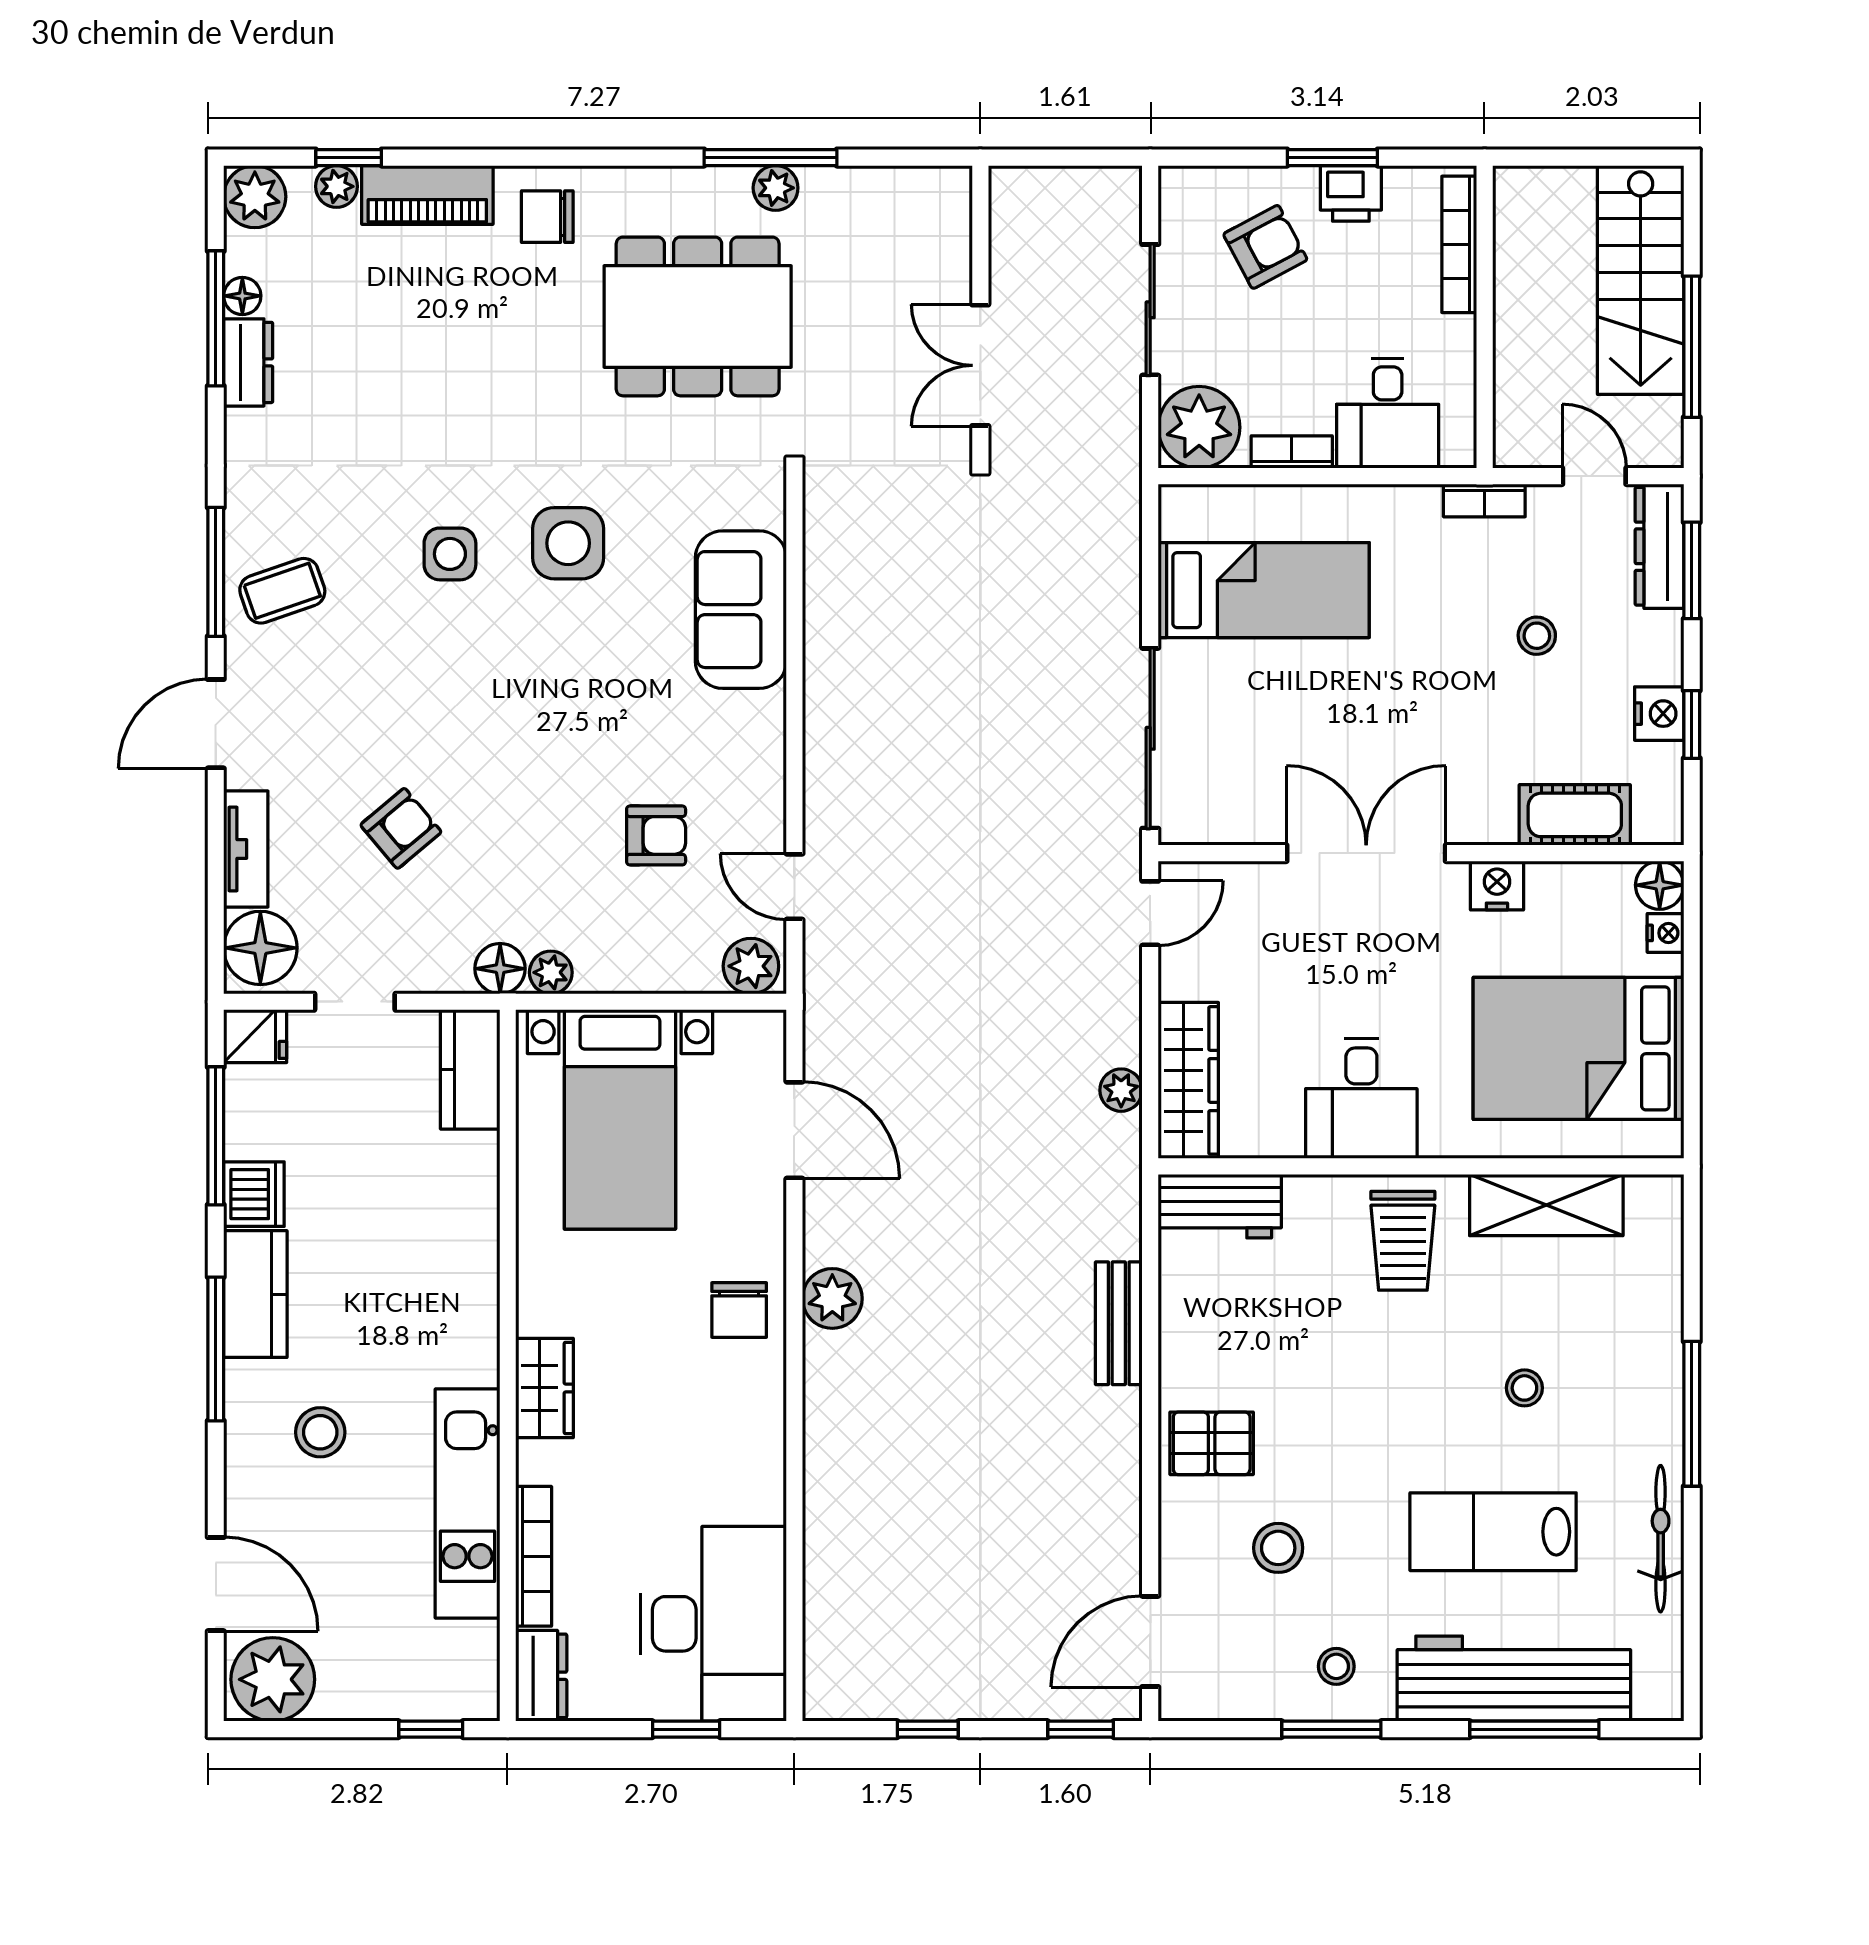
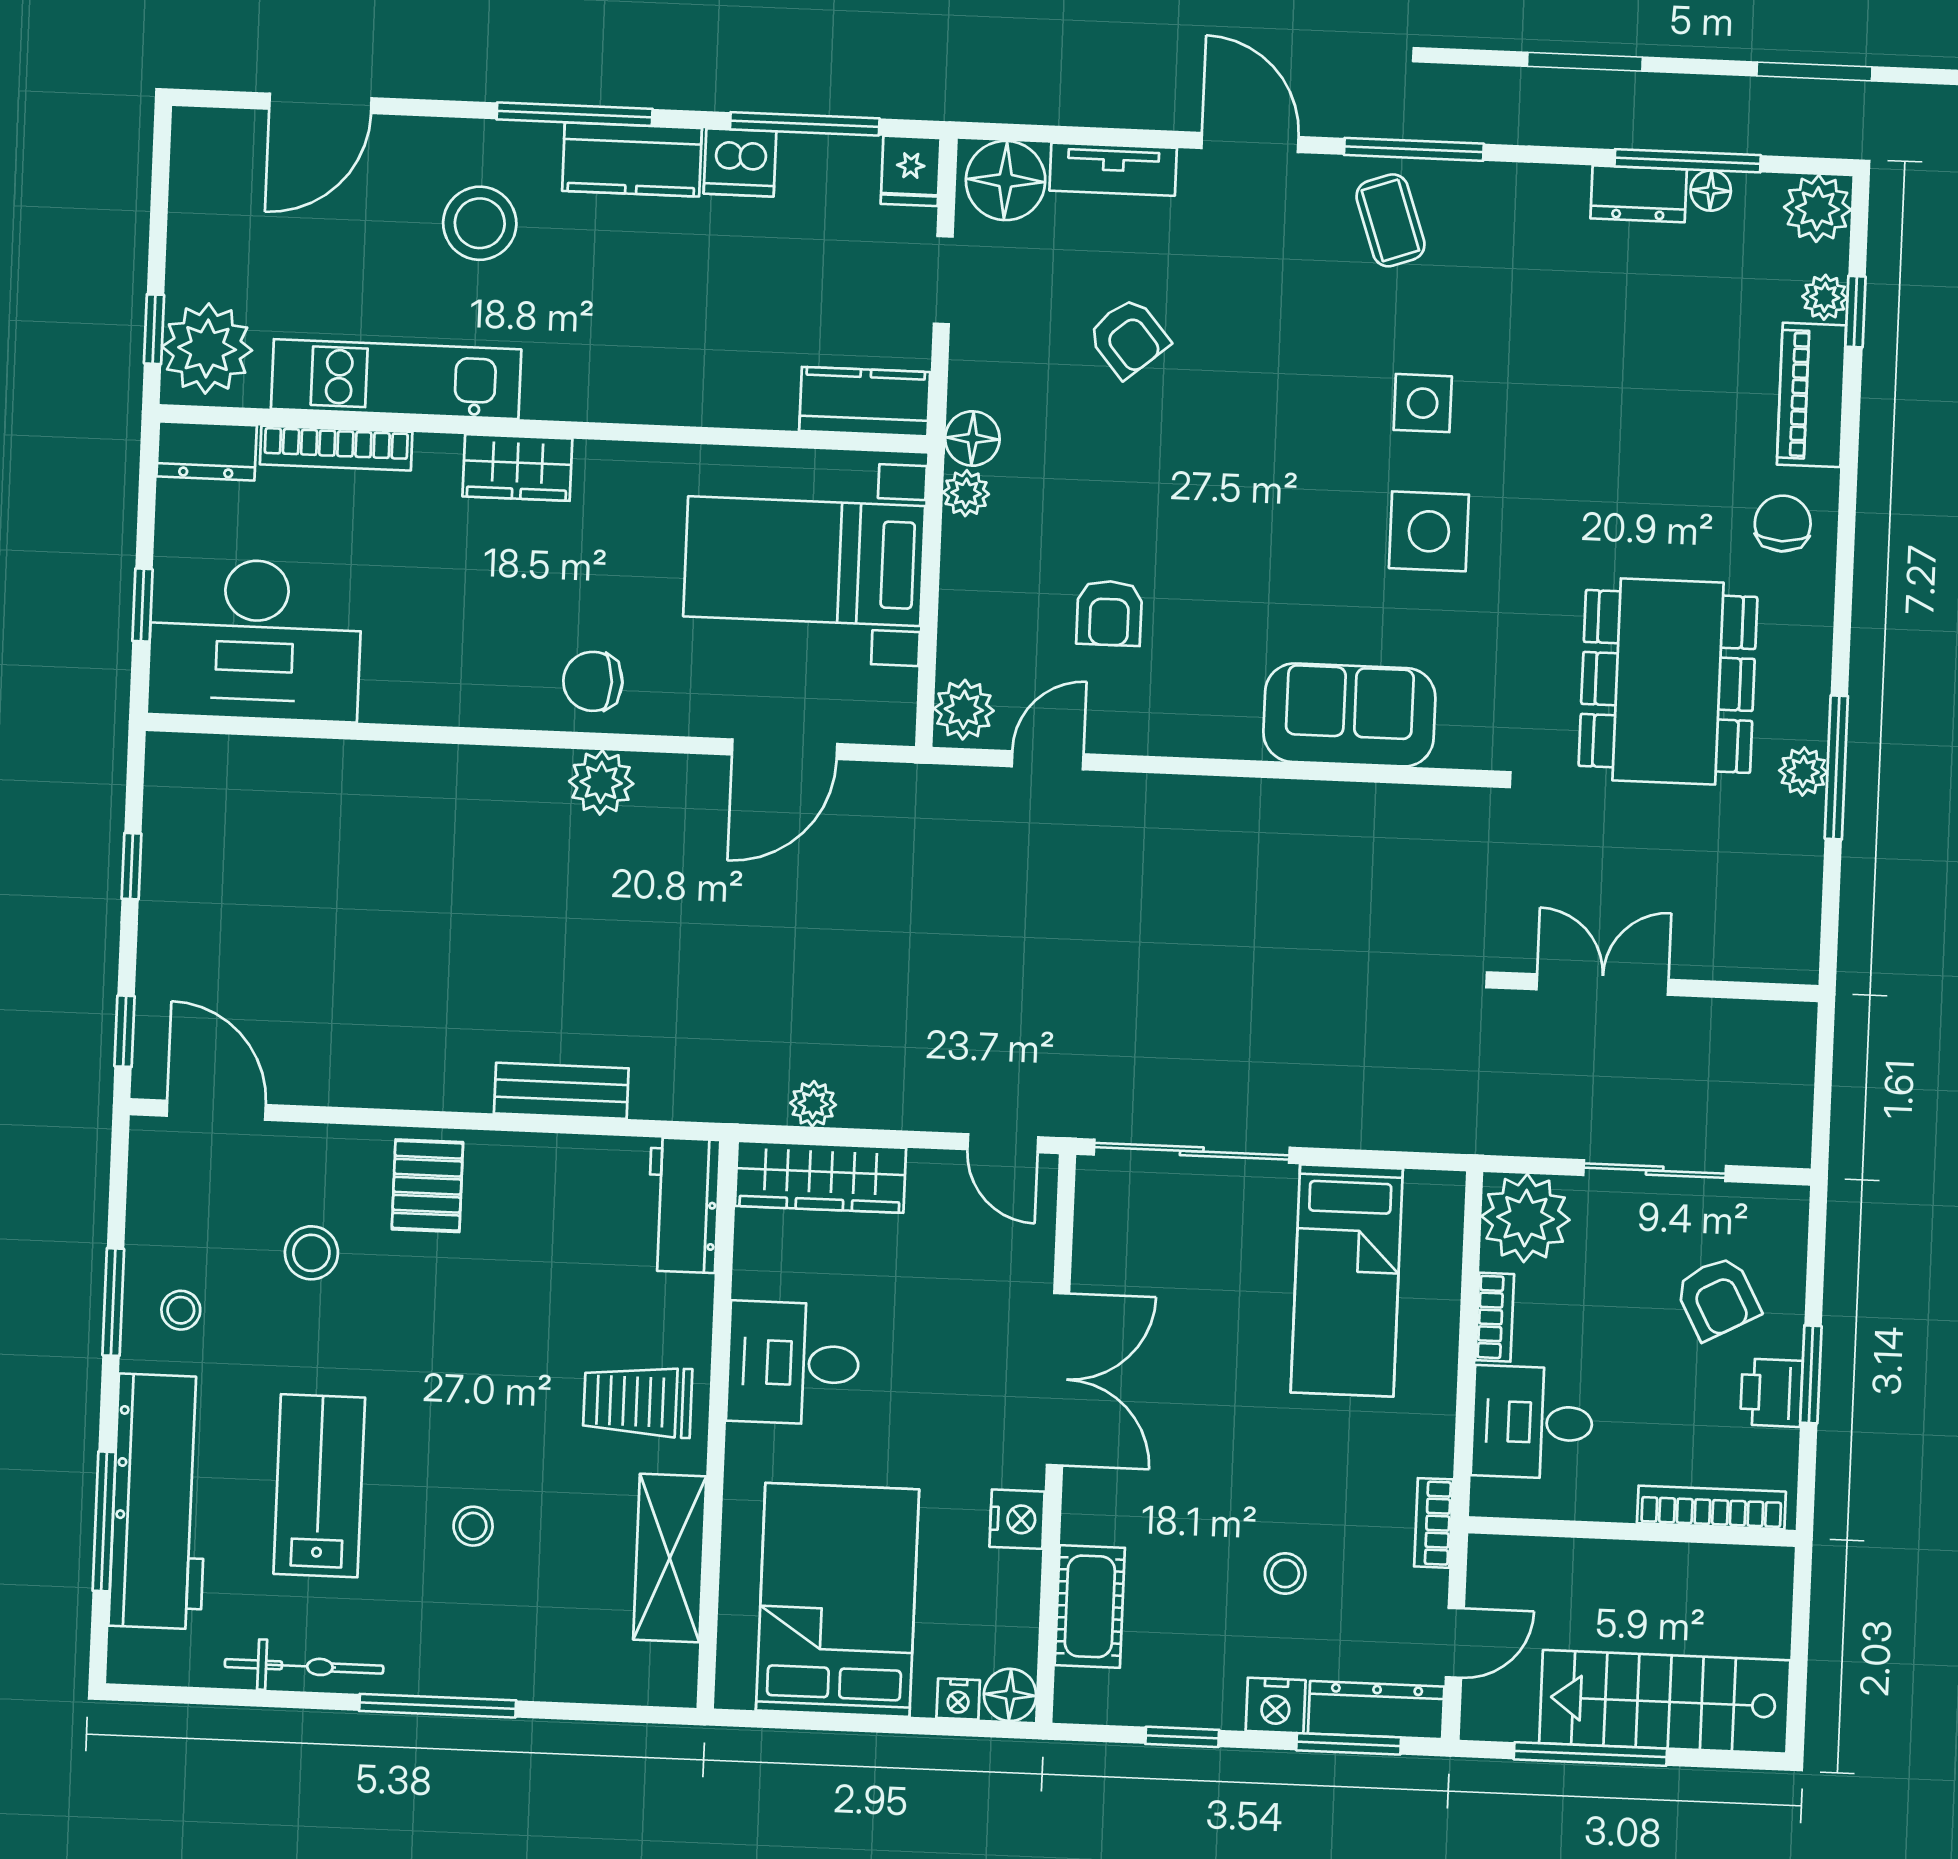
nightstand: (1659, 714) -> (1276, 1706), moved
stool: (320, 1432) -> (480, 223), width x1.38, depth x1.38
plant: (273, 1679) -> (207, 349), moved

